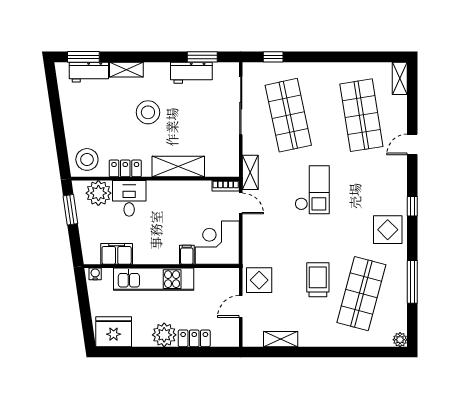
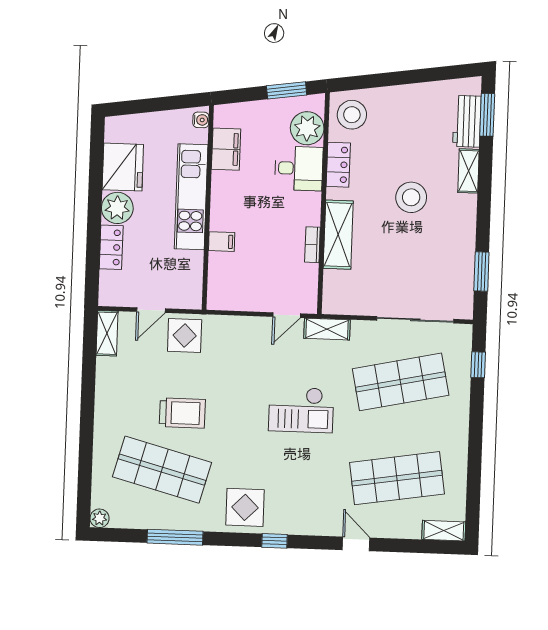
workbench: (191, 73) -> (461, 256), removed
bookcase: (226, 186) -> (312, 245), moved
corner desk: (217, 243) -> (236, 282), removed
door: (241, 306) -> (151, 310), swing flipped
fridge: (114, 332) -> (123, 167), moved
shelving: (281, 339) -> (107, 333), moved

